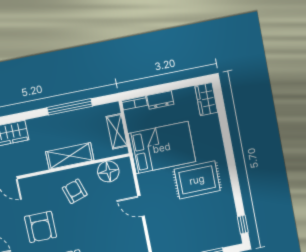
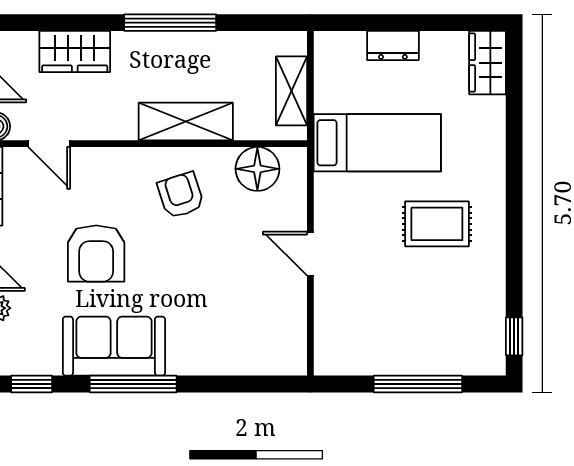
bookcase: (134, 103) -> (339, 41), removed
window: (70, 107) -> (170, 23), moved
bed: (162, 148) -> (377, 143), width x0.67
rug: (197, 180) -> (437, 224), width x0.73, depth x0.70

